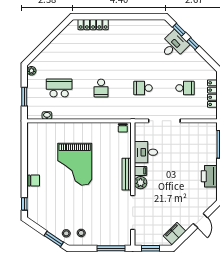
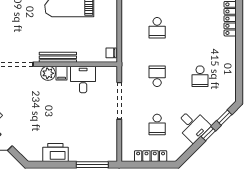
desk: (174, 45) -> (193, 125), moved
school desk: (143, 51) -> (200, 76), added
school desk: (101, 88) -> (157, 28), turned -90

